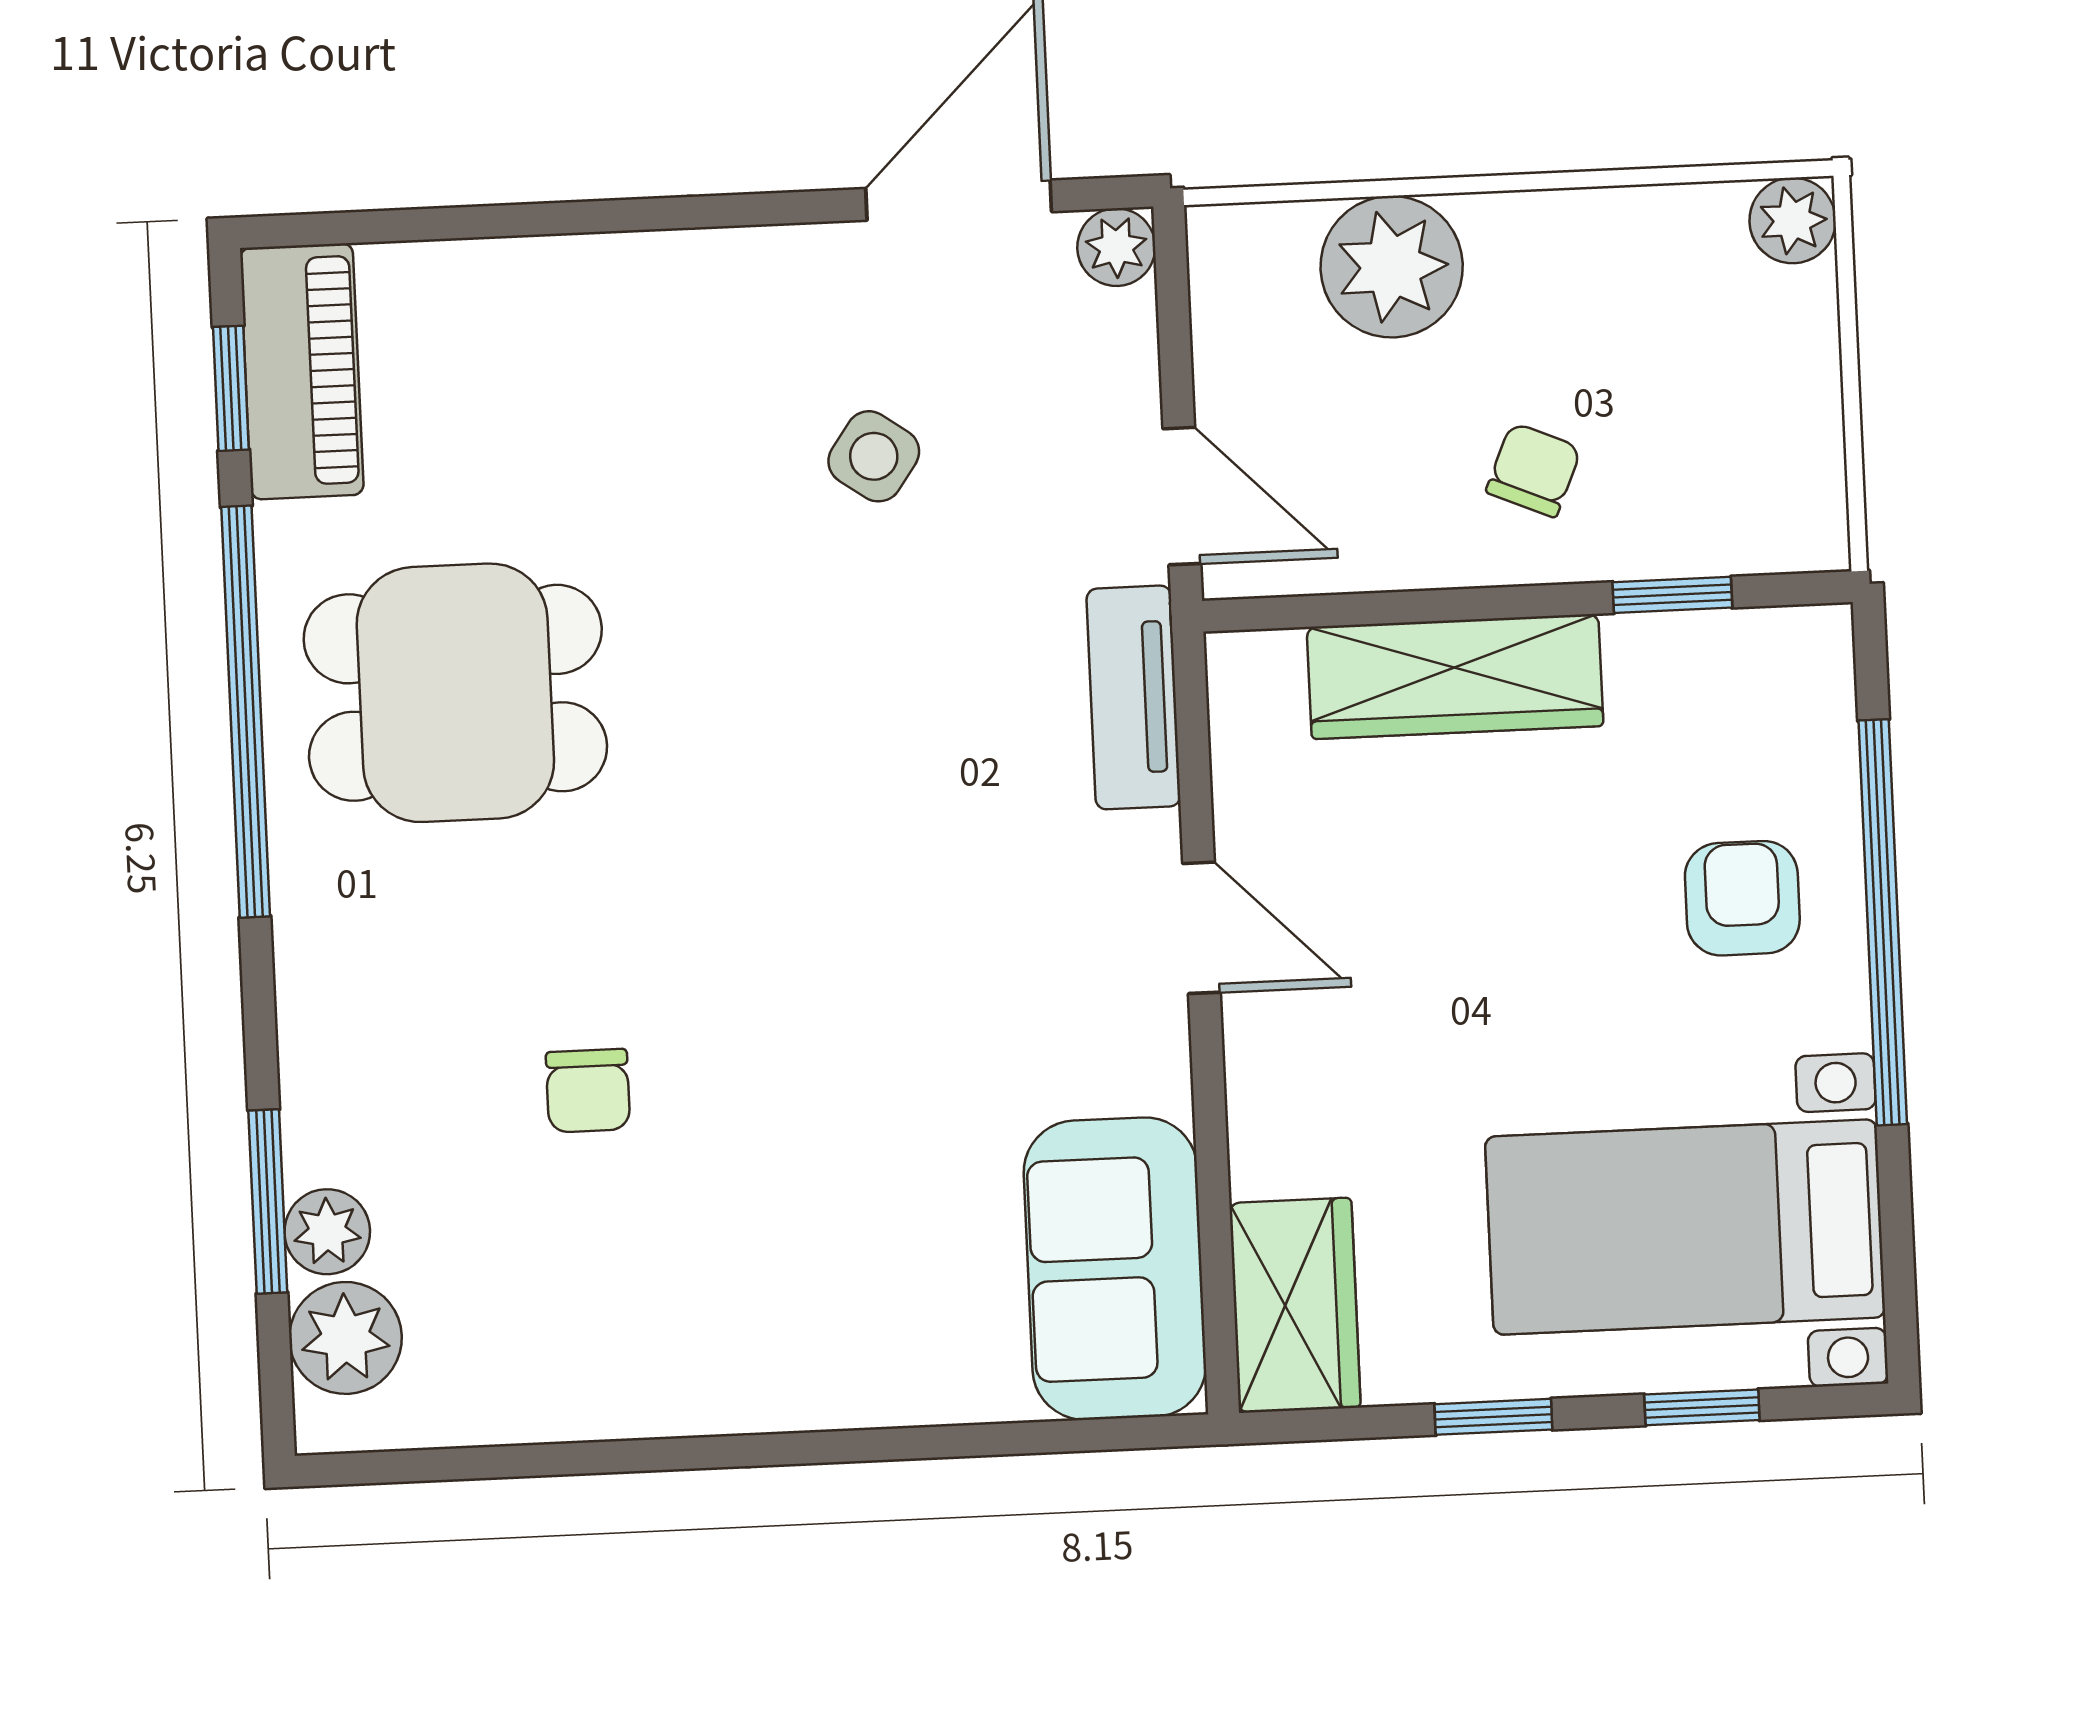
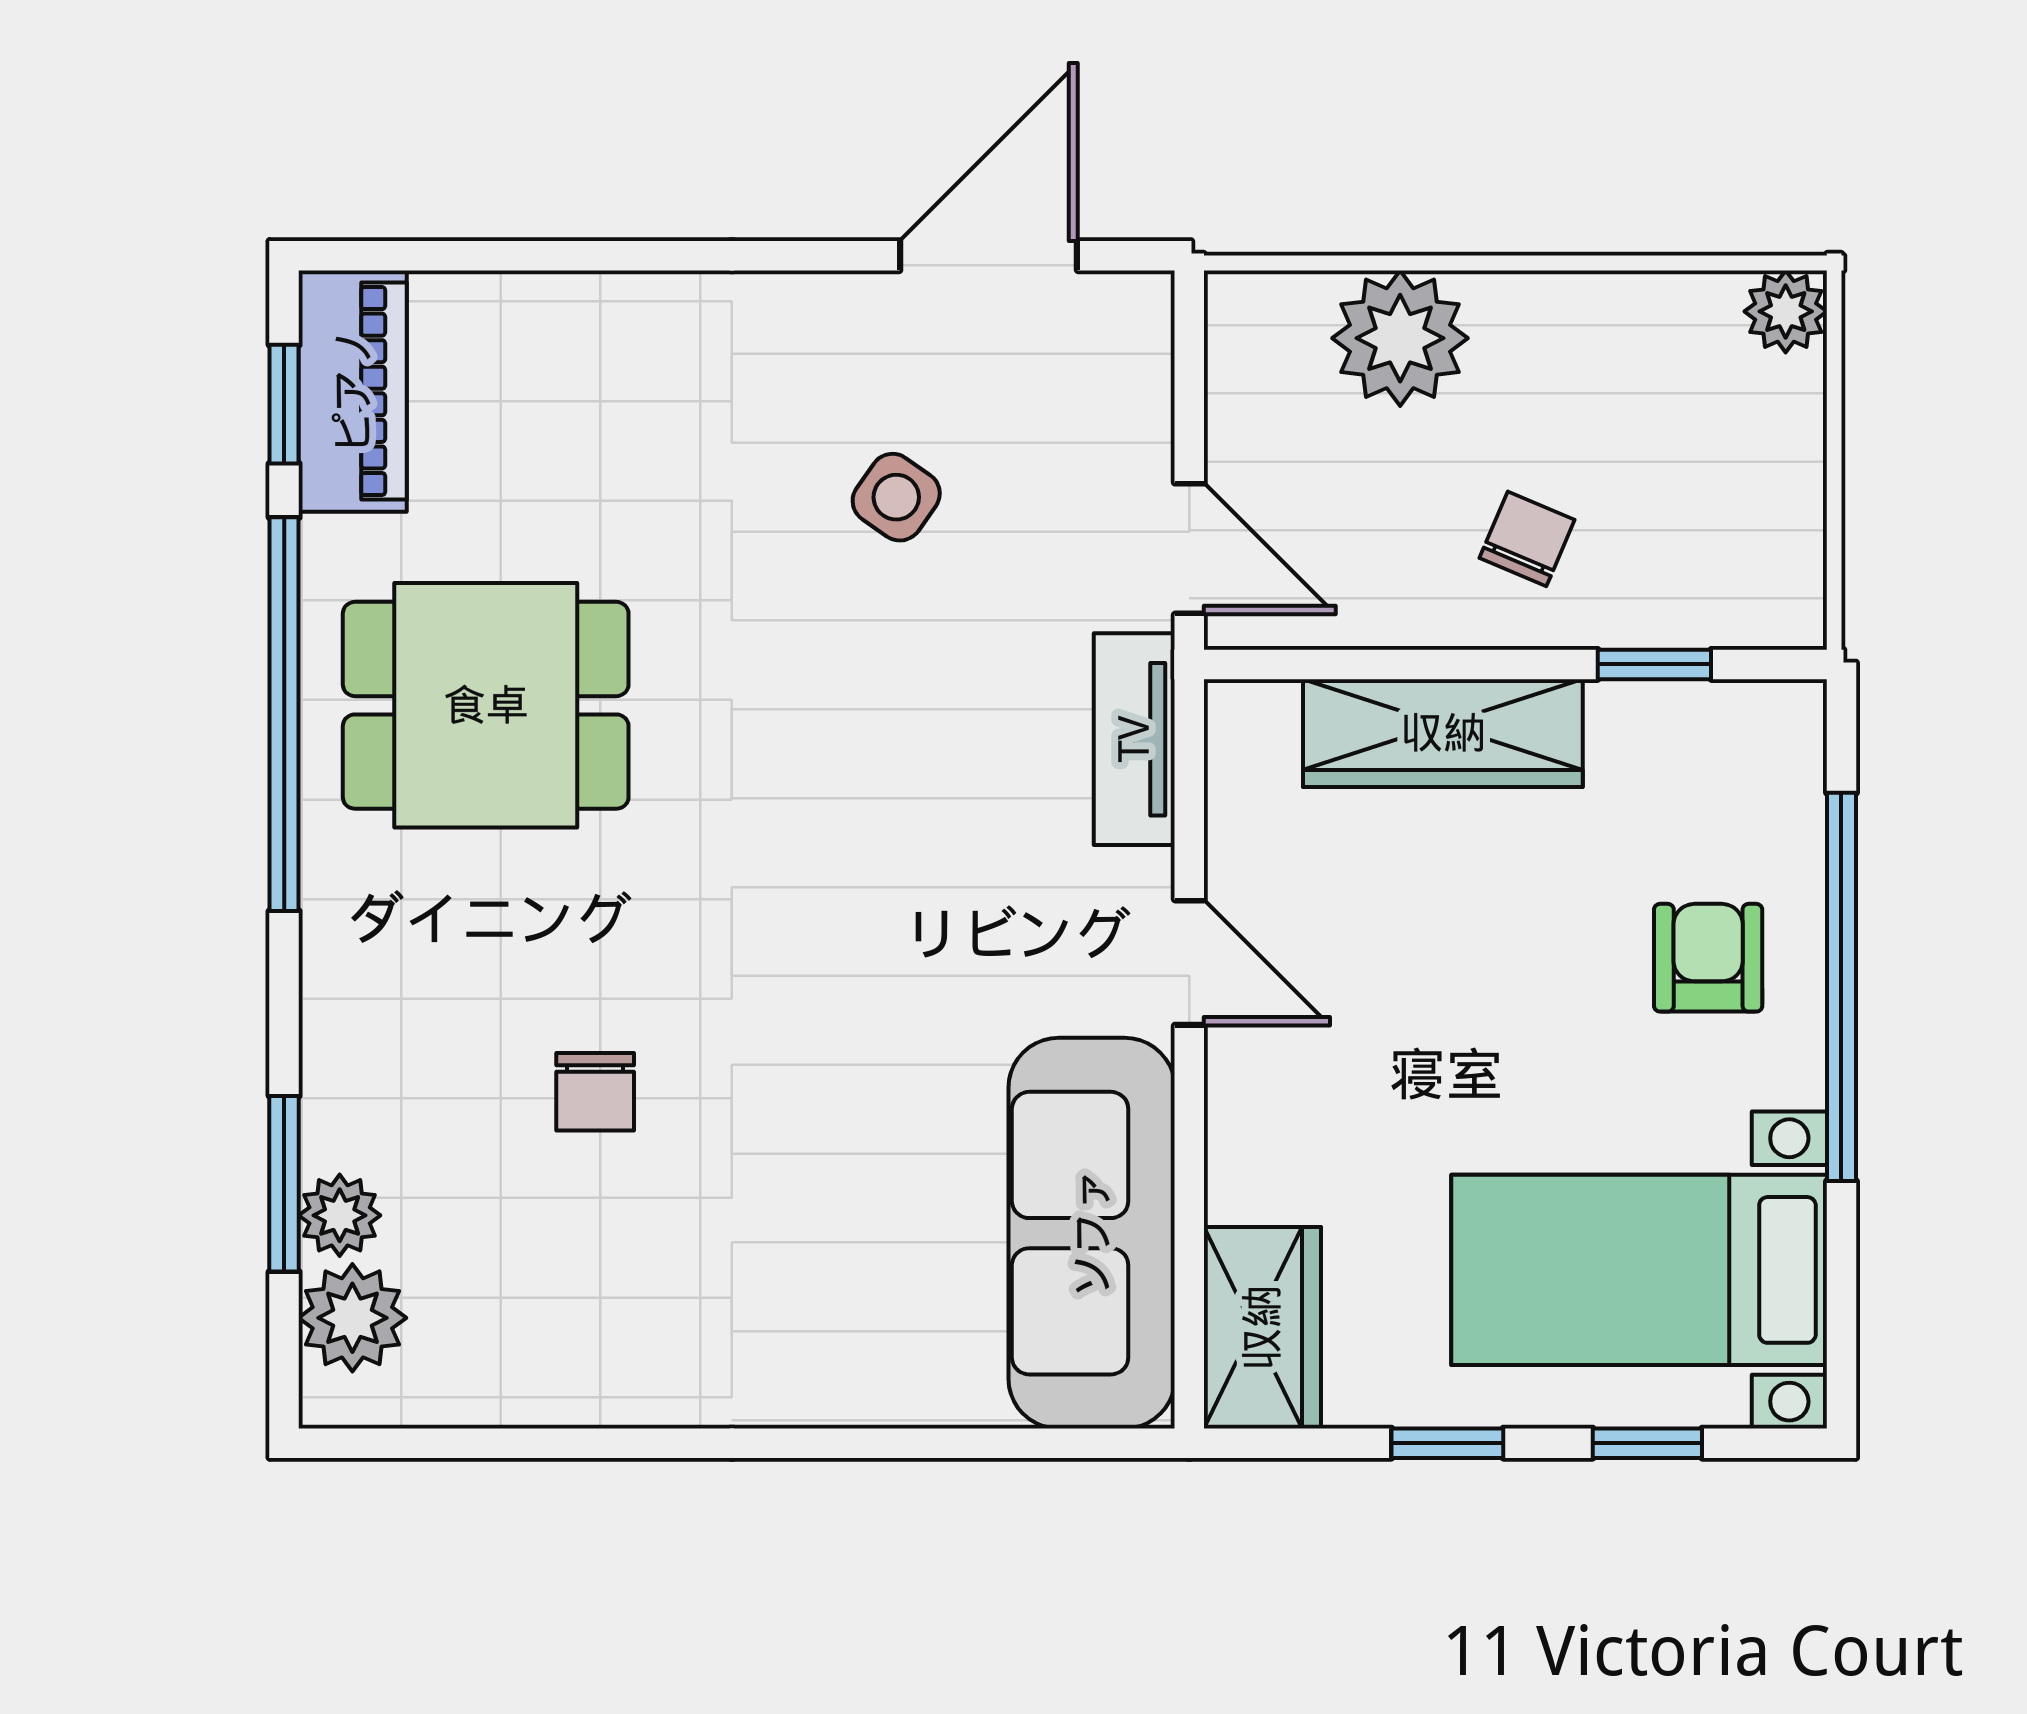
plant: (1116, 247) -> (1137, 308), removed
sofa: (1115, 1269) -> (1092, 1233), width x1.36

